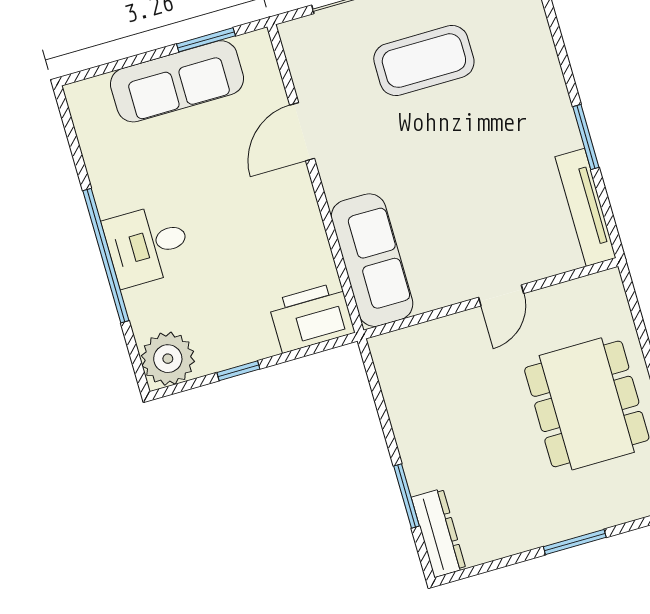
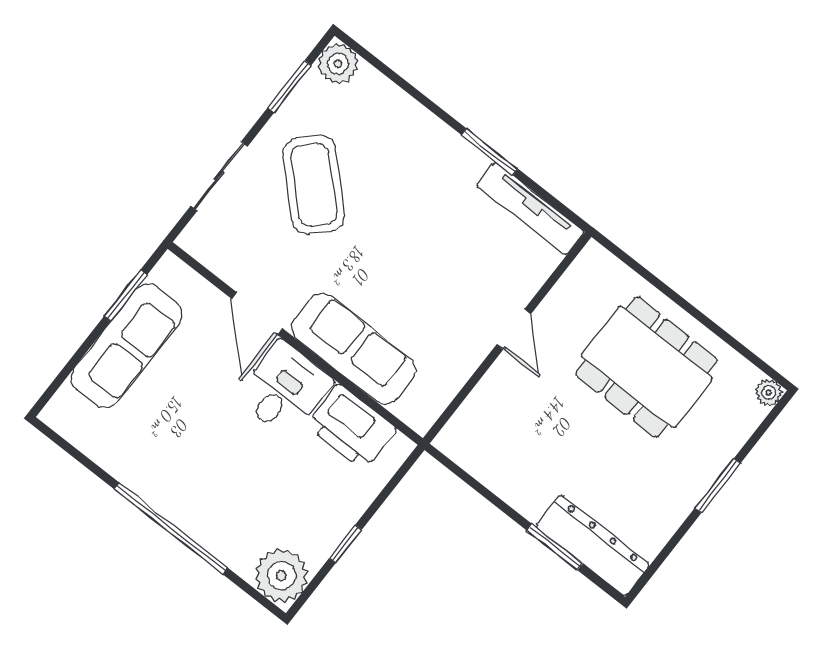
coffee table: (424, 61) -> (314, 185), turned -46
desk: (147, 245) -> (284, 389), moved, turned 180
sofa: (372, 260) -> (354, 349), moved
printer: (312, 317) -> (351, 427), moved, turned -90
dresser: (439, 533) -> (593, 545), width x1.37, depth x1.24

